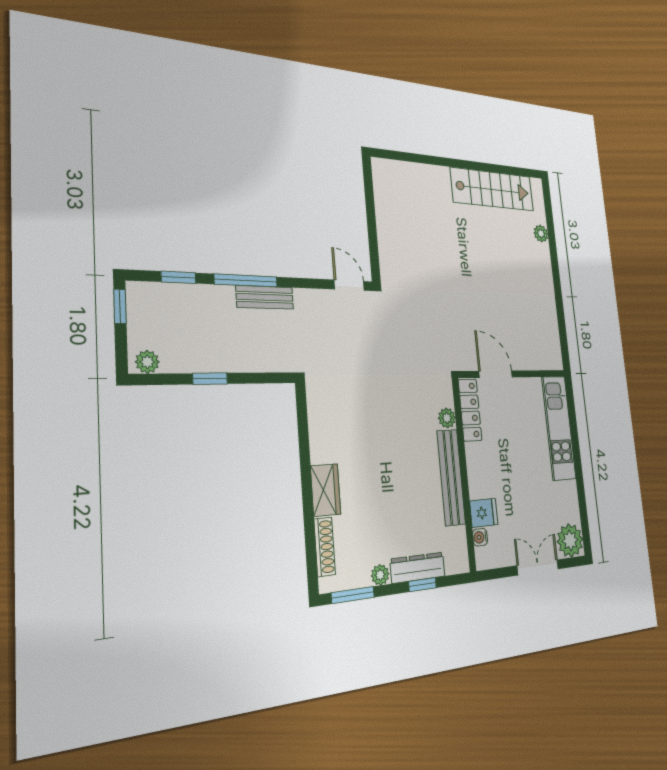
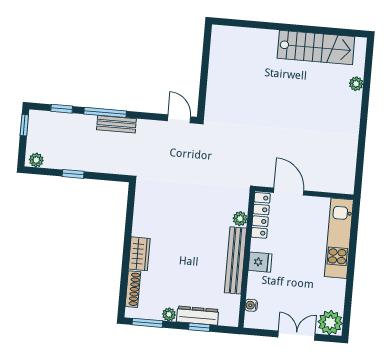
fridge: (484, 513) -> (260, 262), moved

